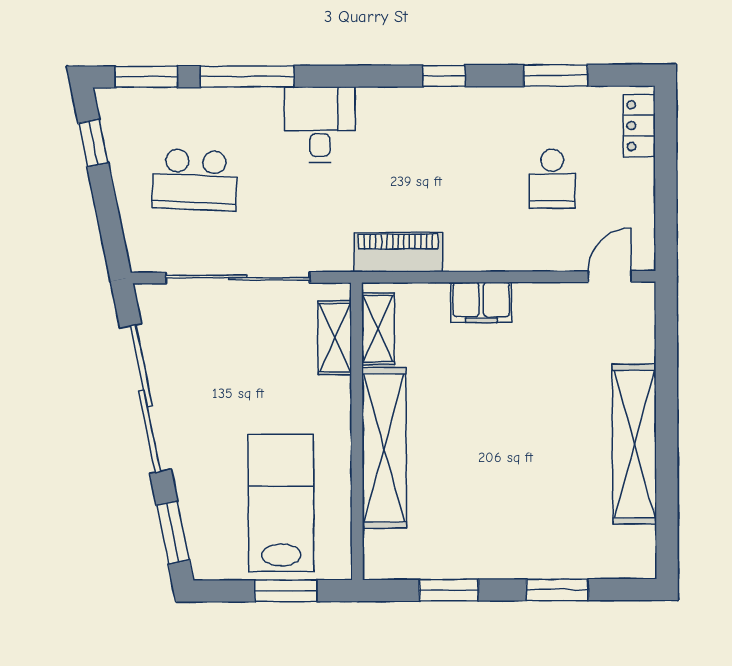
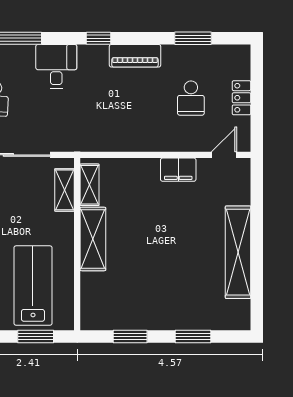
window: (444, 76) -> (99, 38), moved
locker: (639, 126) -> (242, 98), moved
piano: (398, 252) -> (135, 56), moved, turned 180
filing cabinet: (481, 302) -> (178, 170), moved
shelving: (384, 448) -> (93, 239), width x0.68

